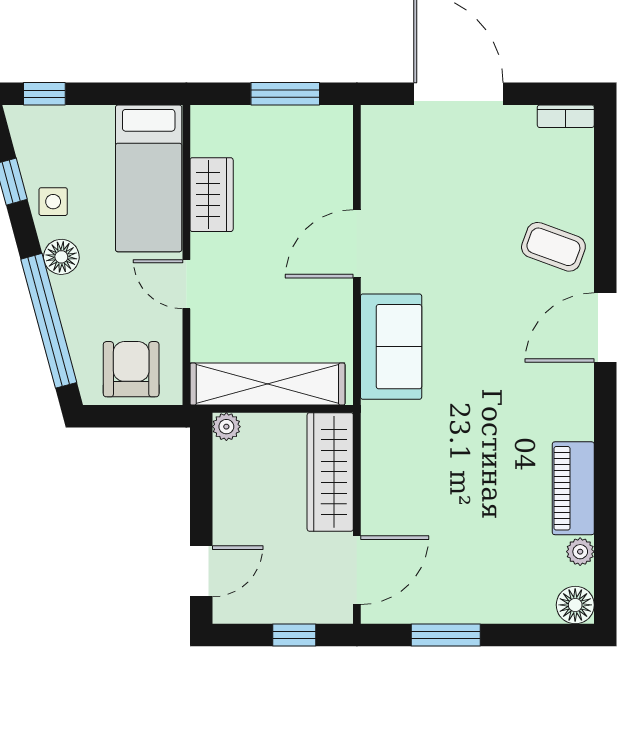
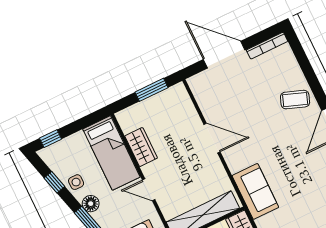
bookcase: (566, 116) -> (267, 46), width x1.56
door: (357, 244) -> (212, 138), swing flipped
sofa: (391, 347) -> (255, 191), moved

